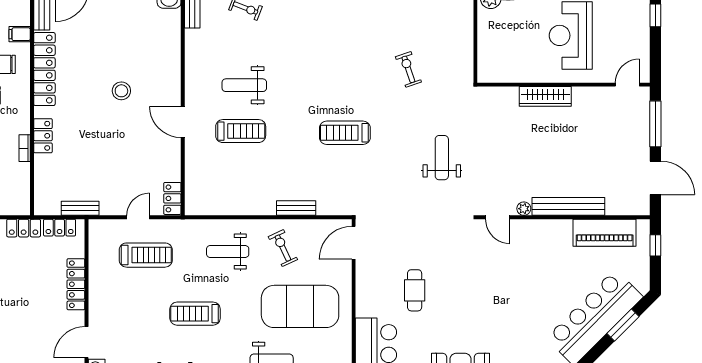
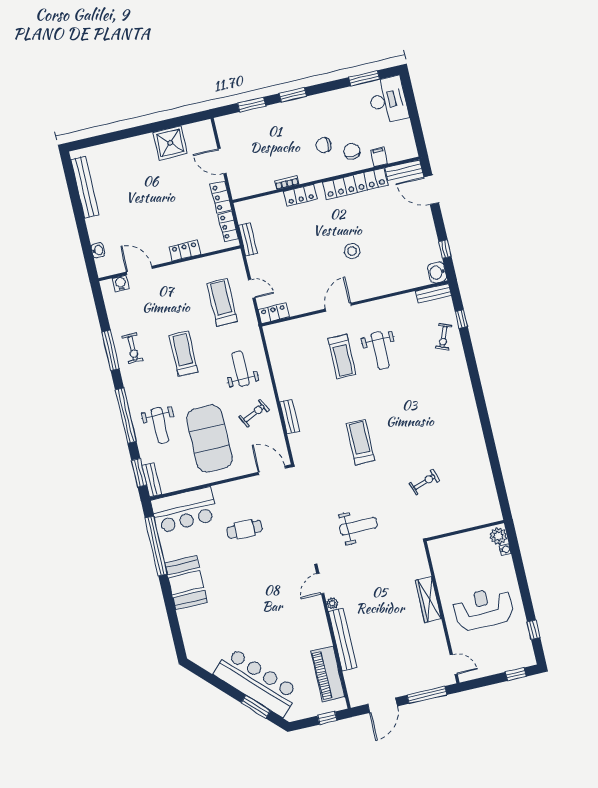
weight bench: (244, 85) -> (380, 351), turned 180
treadmill: (146, 255) -> (222, 302), turned 180
locker: (76, 284) -> (185, 251), width x0.66

